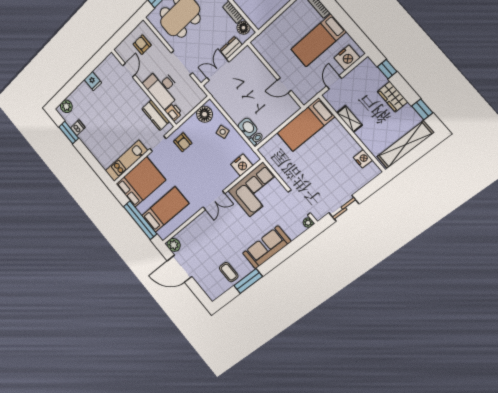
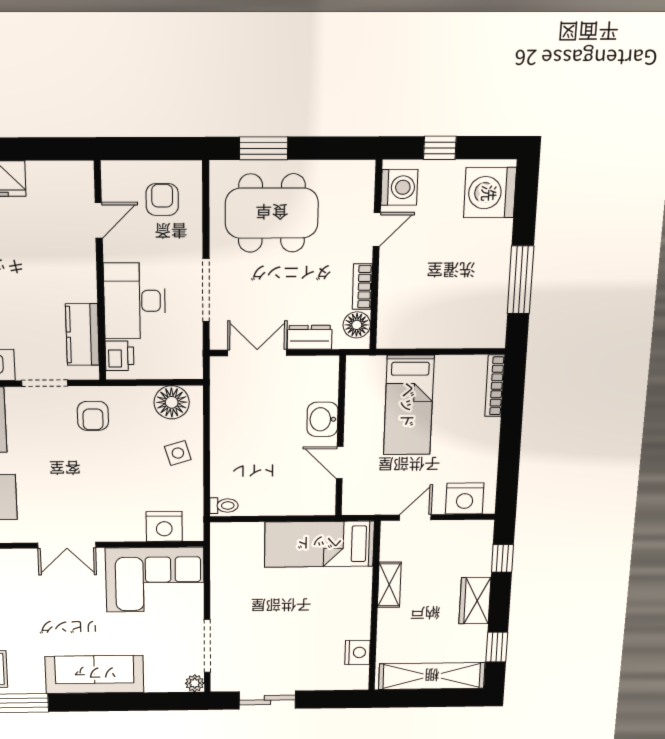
bed: (318, 41) -> (409, 405), moved, turned -90
washbasin: (248, 128) -> (322, 419), moved, turned 180

